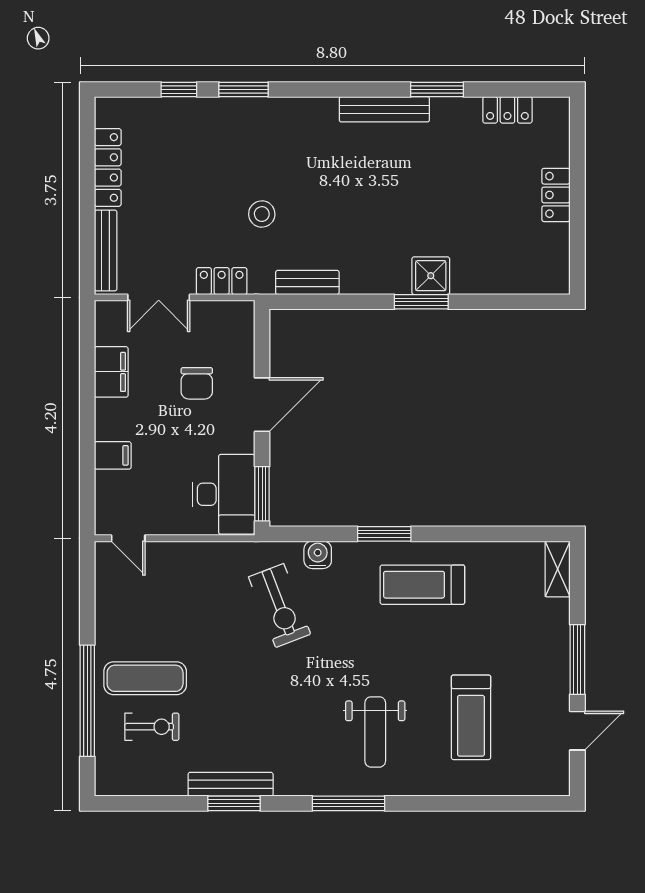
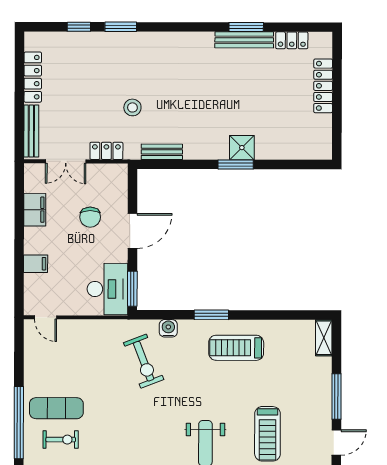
bench: (384, 109) -> (244, 40), moved
locker: (556, 195) -> (323, 86), width x1.53

